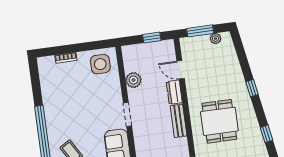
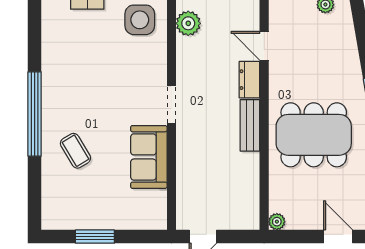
plant: (133, 80) -> (188, 23), moved
dining table: (219, 121) -> (314, 135), width x1.38

